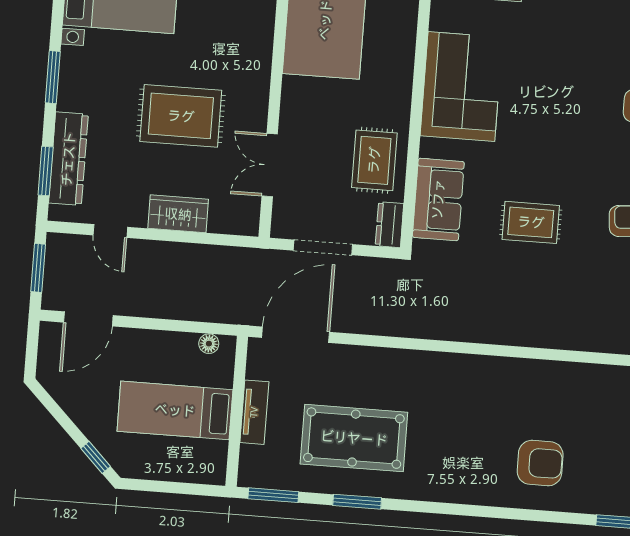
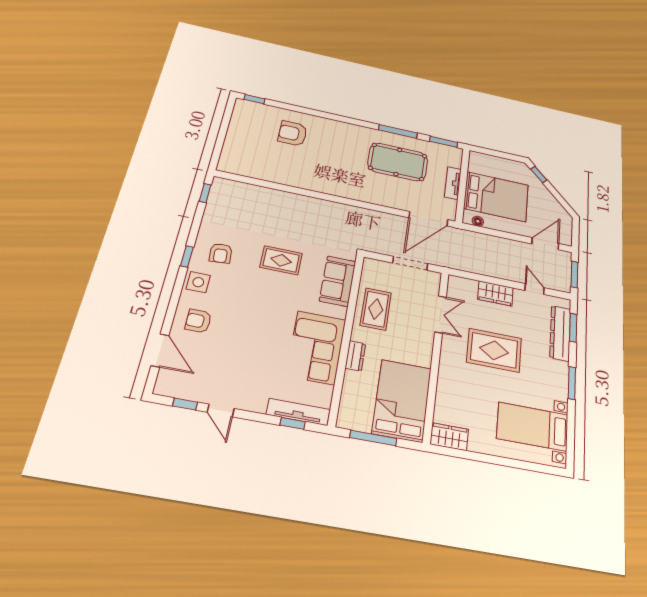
dresser: (390, 225) -> (355, 356), moved
bed: (175, 410) -> (496, 197), width x1.50
window: (357, 502) -> (398, 131), width x1.44

